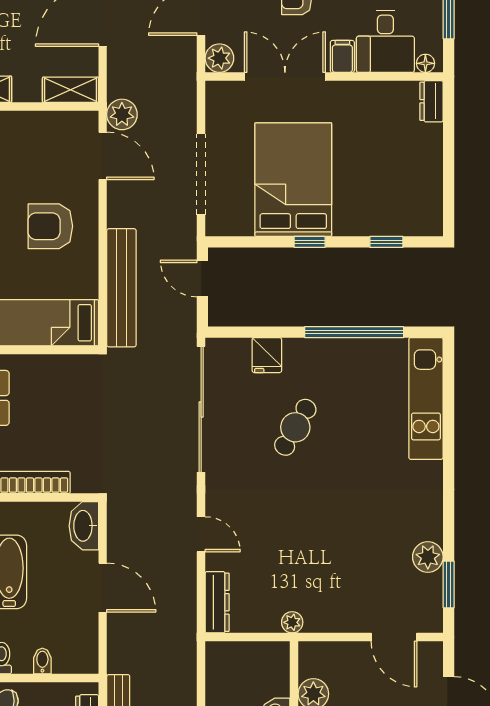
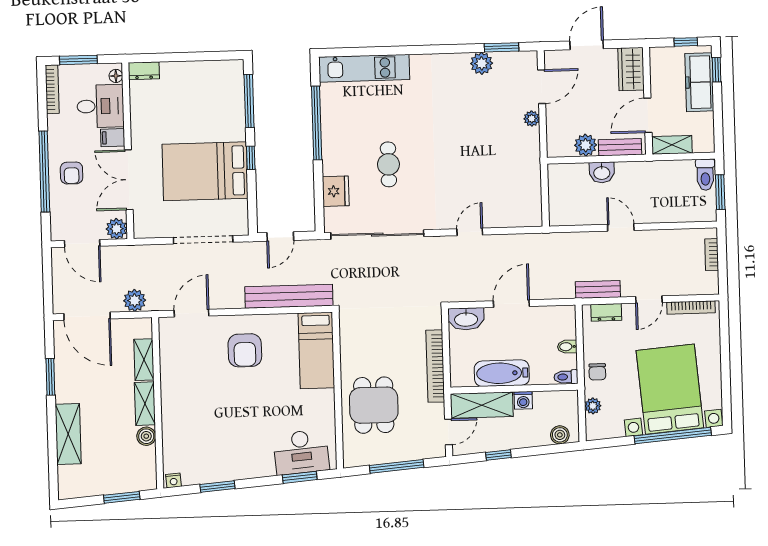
shelving: (71, 90) -> (144, 360), moved
plant: (122, 114) -> (135, 300), moved
window: (386, 242) -> (249, 101), width x2.17
fridge: (267, 355) -> (336, 191), width x1.38
cafe table: (295, 427) -> (388, 164), turned 60
dresser: (217, 602) -> (520, 218), removed
plant: (292, 622) -> (532, 119), moved

